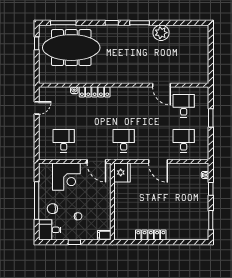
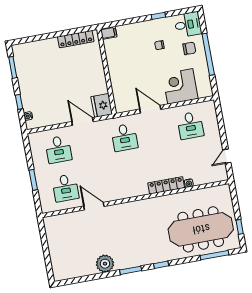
fridge: (122, 172) -> (102, 105), moved
wall: (112, 202) -> (107, 72), moved
filing cabinet: (104, 235) -> (109, 33), moved

